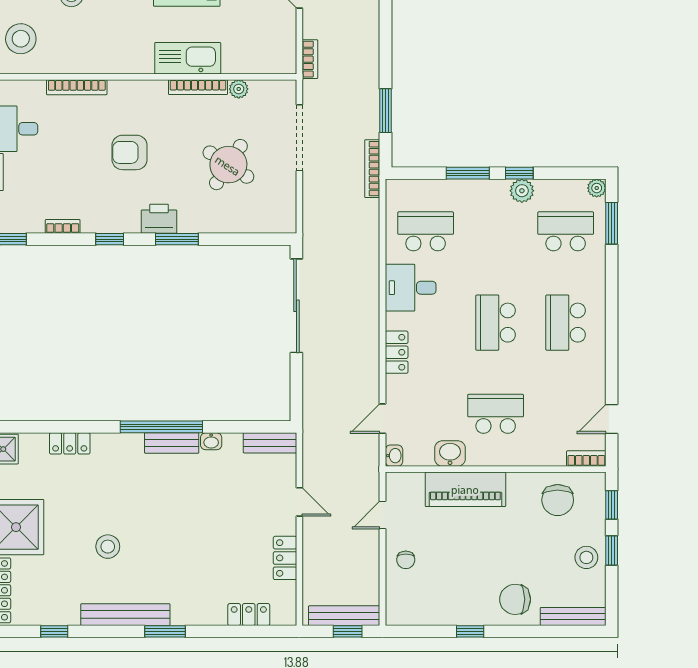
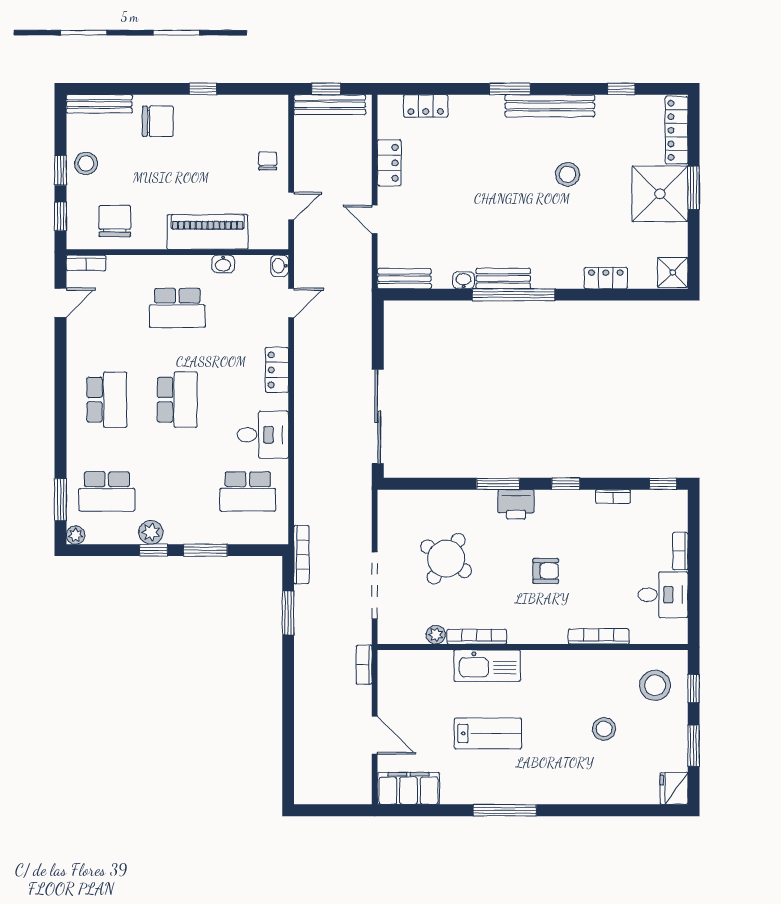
armchair: (130, 152) -> (546, 571), width x0.72, depth x0.72
washbasin: (450, 454) -> (223, 264), width x0.72, depth x0.69

